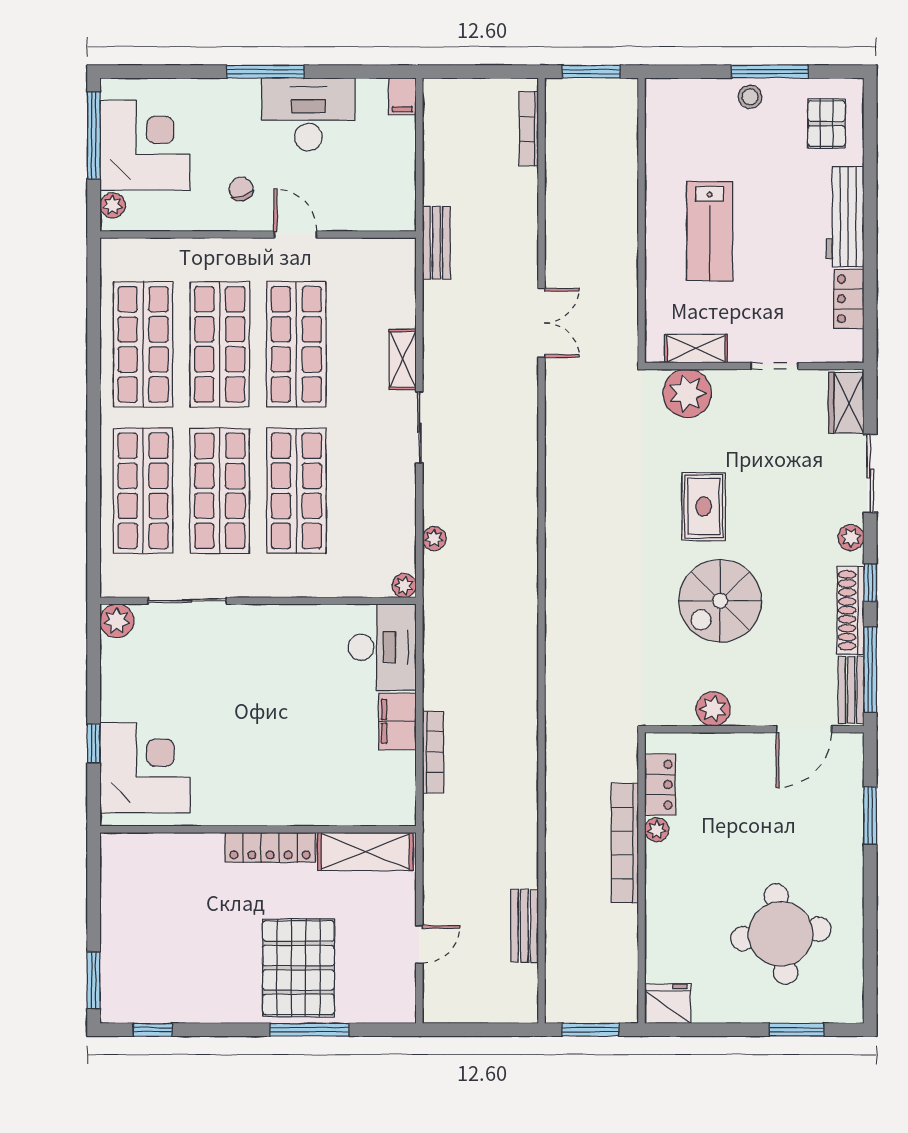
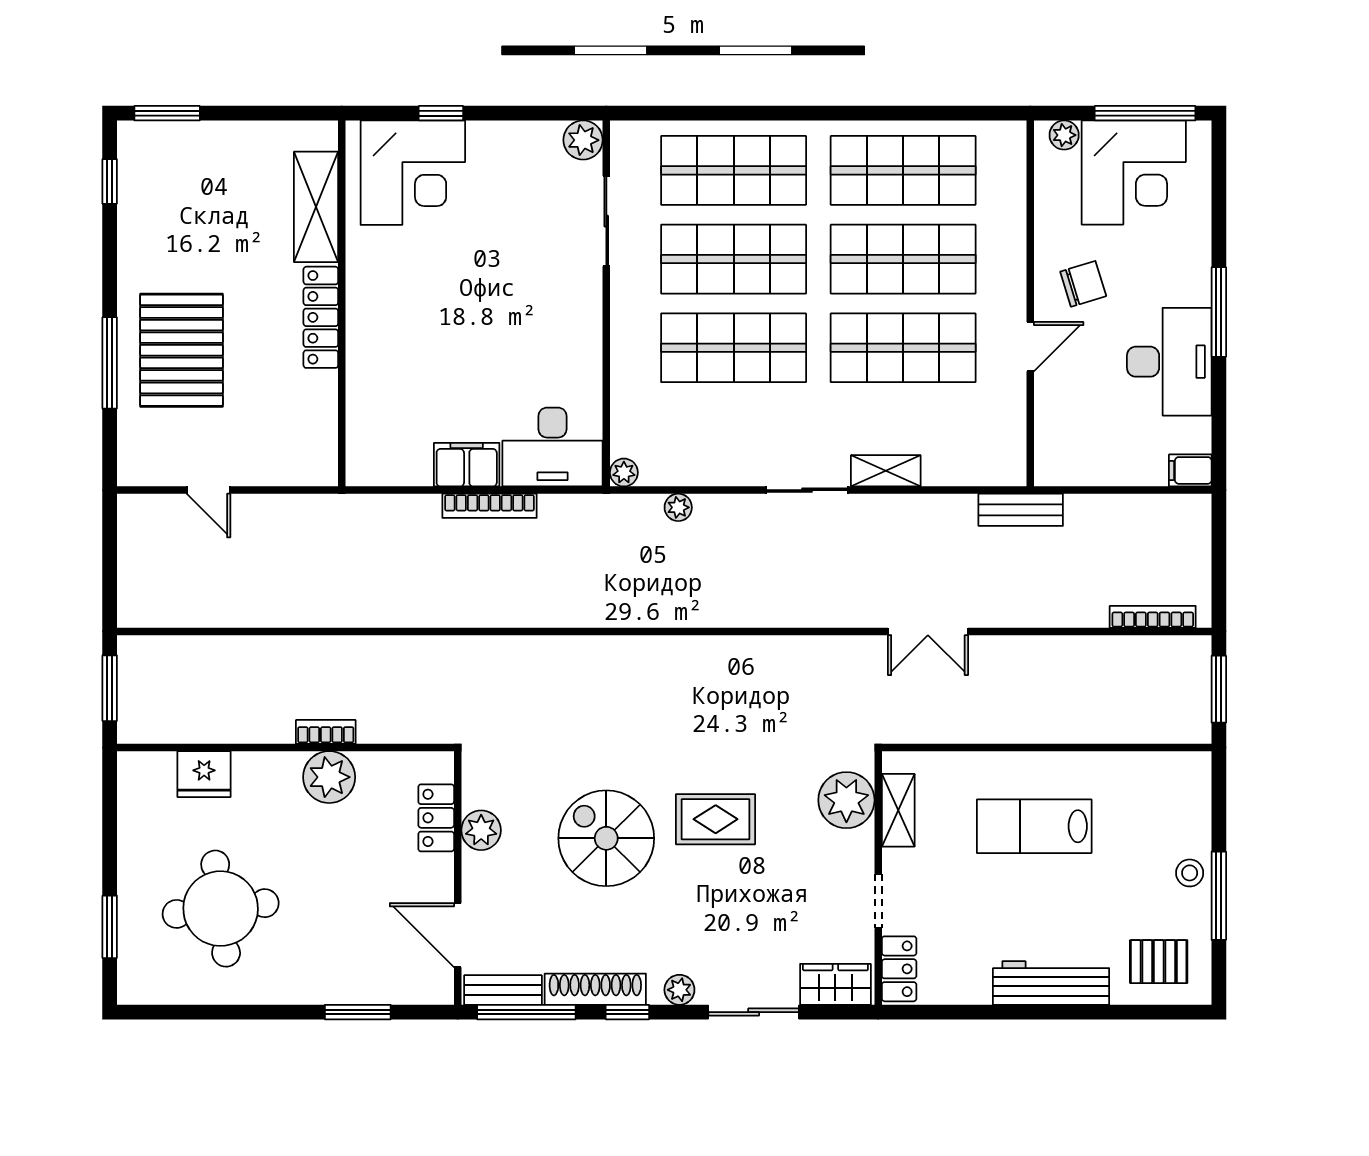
chair: (241, 189) -> (1083, 284), width x1.37, depth x1.37
locker: (849, 299) -> (899, 969), moved, turned 90
bookcase: (433, 752) -> (490, 506), moved
locker: (660, 785) -> (436, 818), moved, turned 90
plant: (657, 830) -> (329, 777), width x1.87, depth x1.87
bookcase: (625, 843) -> (326, 732), width x0.43, depth x0.76
shelving: (365, 852) -> (316, 207), moved
bench: (524, 926) -> (230, 612), removed
pallet: (298, 968) -> (181, 350), turned 90
fridge: (668, 1004) -> (204, 774), moved, turned 90

